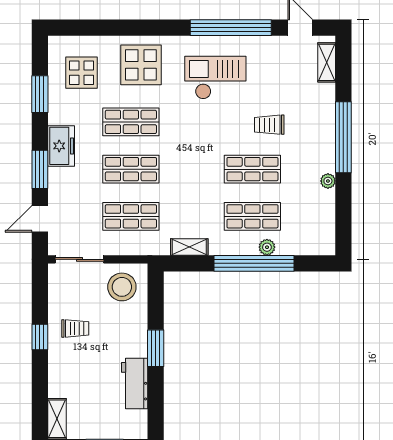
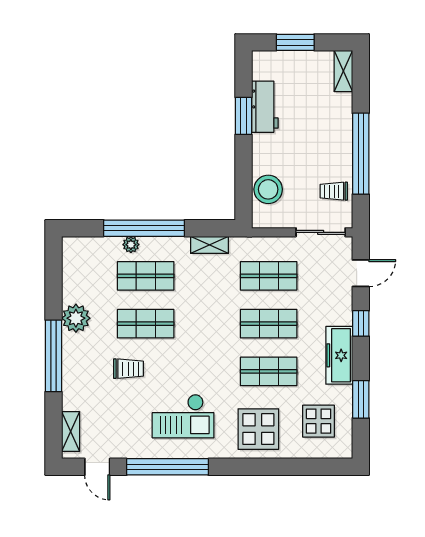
freezer: (61, 146) -> (339, 355), width x1.40
window: (40, 169) -> (361, 323), width x0.67
plant: (328, 181) -> (76, 318), width x1.87, depth x1.87
stool: (122, 287) -> (268, 189), moved
trolley: (75, 328) -> (334, 191), moved
window: (40, 337) -> (361, 154), width x3.17
window: (156, 348) -> (243, 116), moved

